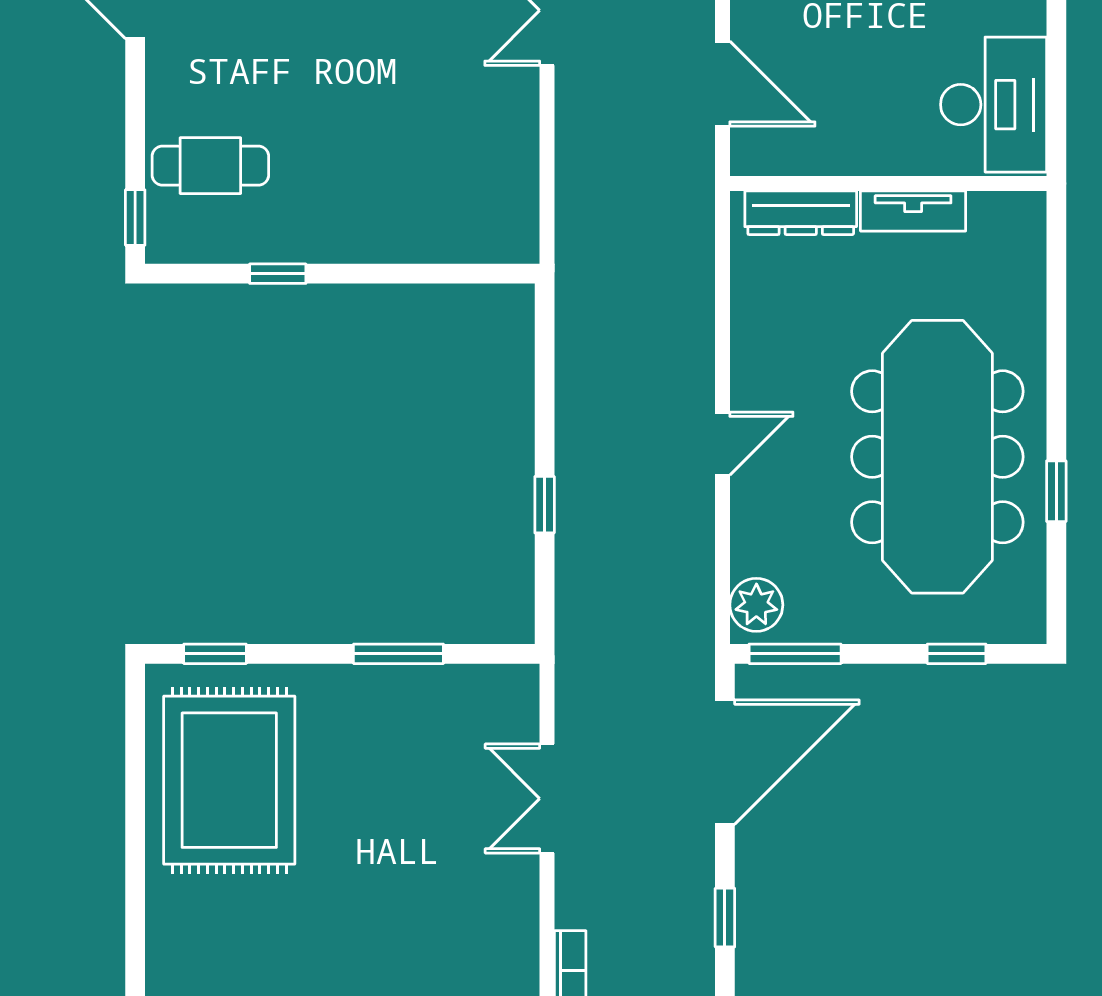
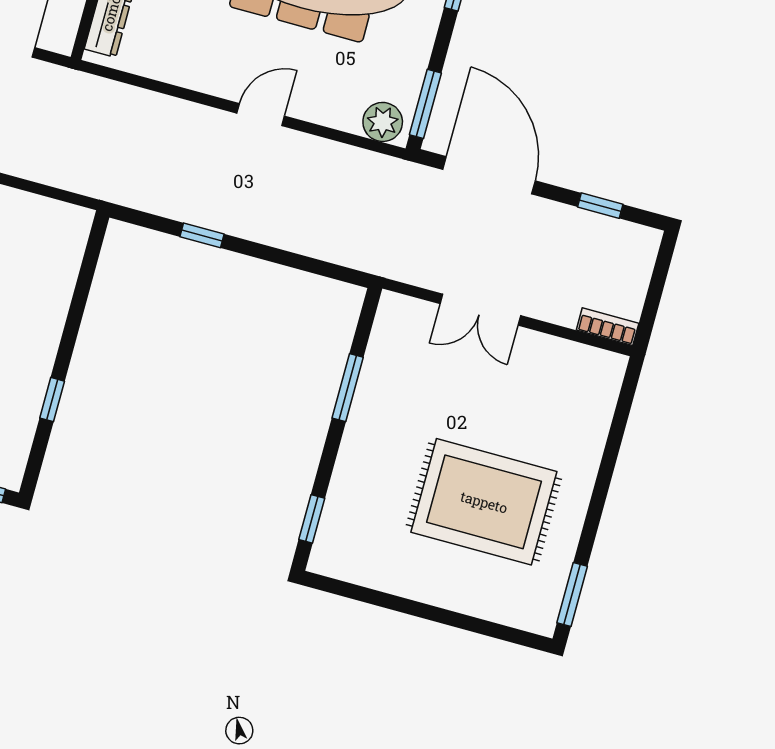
door: (723, 444) -> (261, 115), hinge flipped
window: (545, 505) -> (202, 235), moved
rug: (229, 780) -> (484, 502), moved

